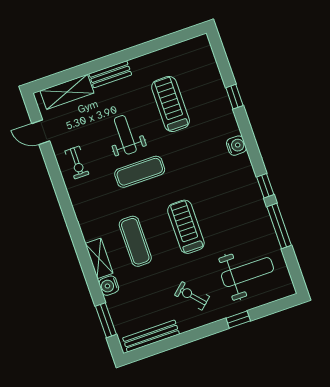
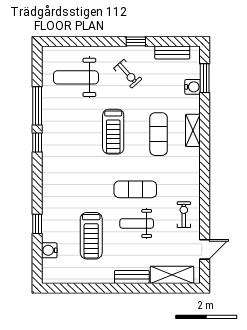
door: (41, 132) -> (205, 249), hinge flipped
weight bench: (125, 135) -> (137, 223), turned 90
water cooler: (236, 146) -> (49, 250), moved
water cooler: (109, 286) -> (193, 87), moved
window: (238, 320) -> (136, 41), moved
bench: (151, 336) -> (172, 53), width x0.73

